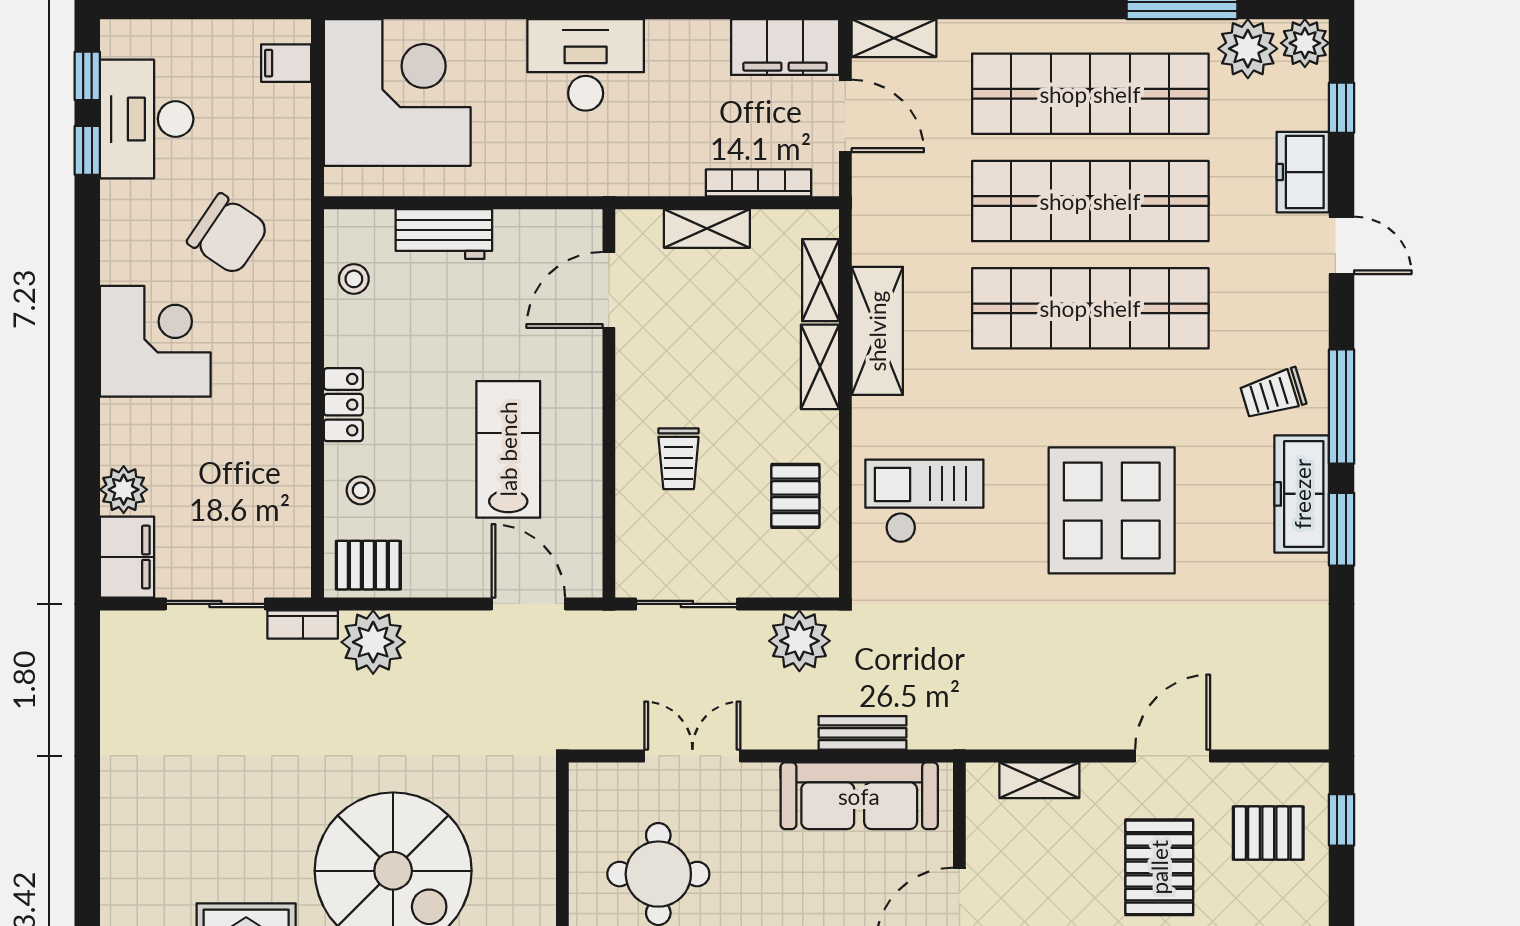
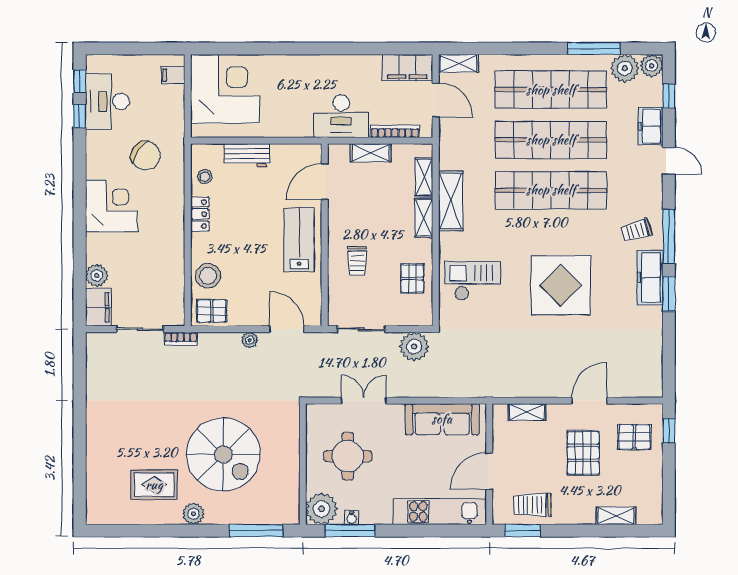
desk: (586, 65) -> (341, 116), moved, turned 180
locker: (343, 405) -> (200, 214), moved
lab bench: (508, 449) -> (299, 240), moved
stool: (361, 490) -> (208, 276), width x1.89, depth x1.89
plant: (373, 642) -> (250, 340), moved, width x0.53, depth x0.53
bench: (862, 733) -> (444, 390), removed

